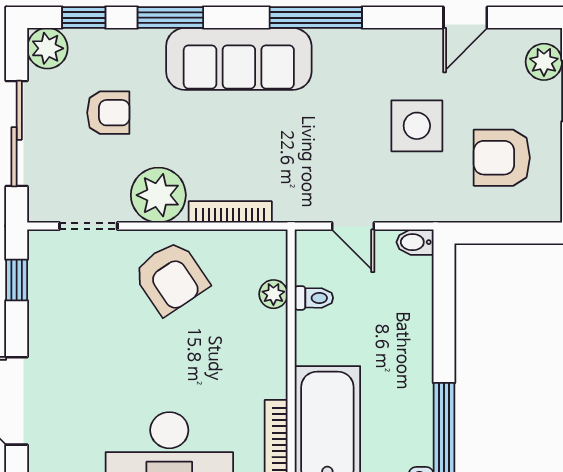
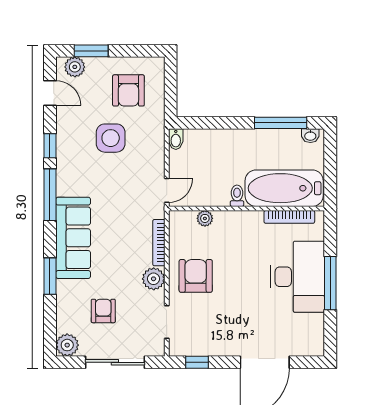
window: (84, 18) -> (50, 146), moved
door: (465, 18) -> (50, 93), moved
plant: (158, 195) -> (154, 279), width x0.73, depth x0.73
door: (353, 226) -> (167, 190), moved
armchair: (171, 278) -> (196, 276), turned -56
toilet: (314, 298) -> (237, 196), moved

